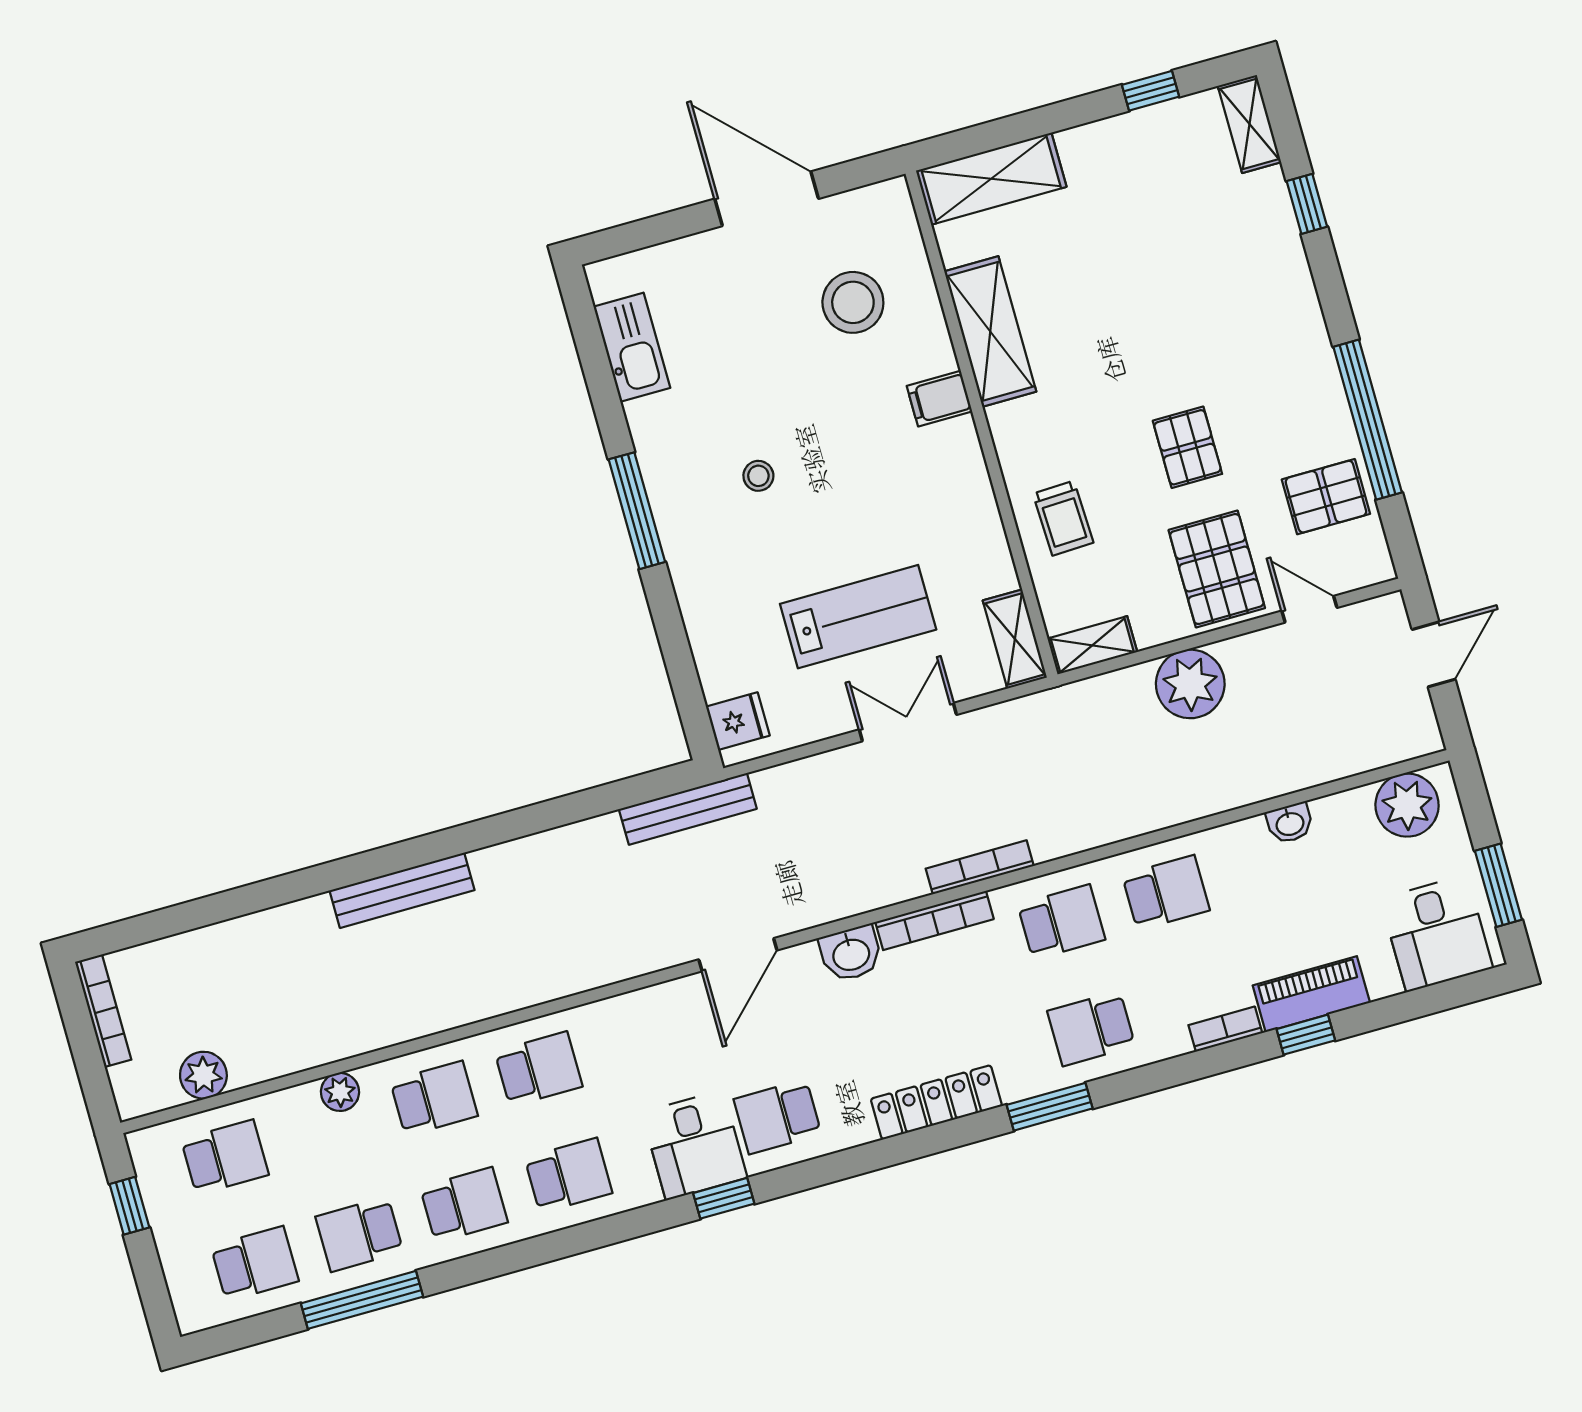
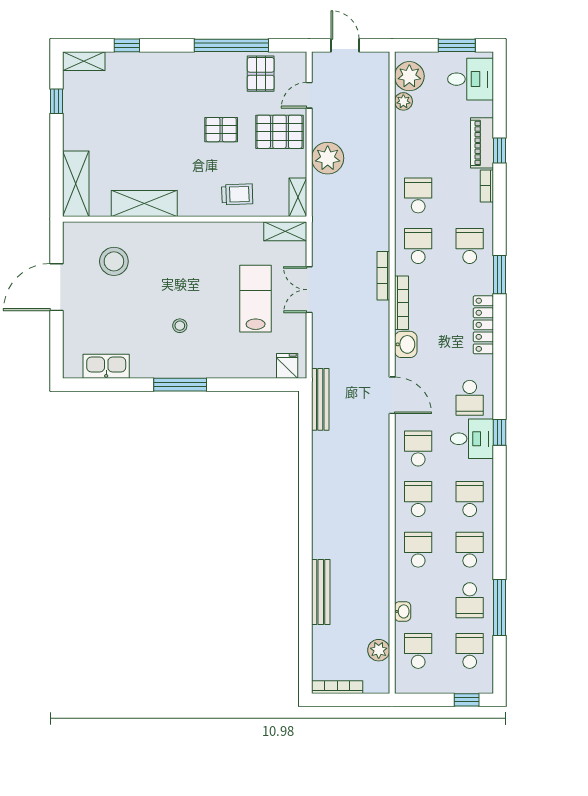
filing cabinet: (939, 399) -> (168, 235), removed
washbasin: (1290, 823) -> (403, 611), moved
bench: (402, 890) -> (321, 592), moved
school desk: (1091, 1028) -> (470, 246), turned 180
school desk: (643, 1040) -> (418, 448), added
plant: (340, 1092) -> (403, 101), moved
window: (129, 1206) -> (467, 700), moved

